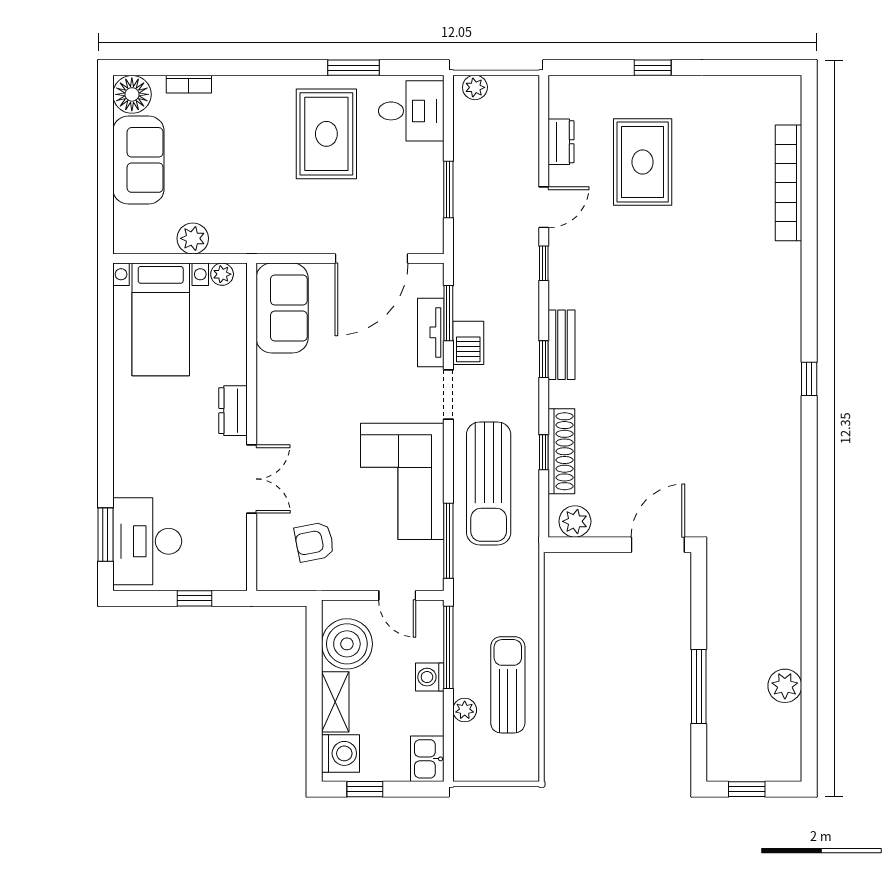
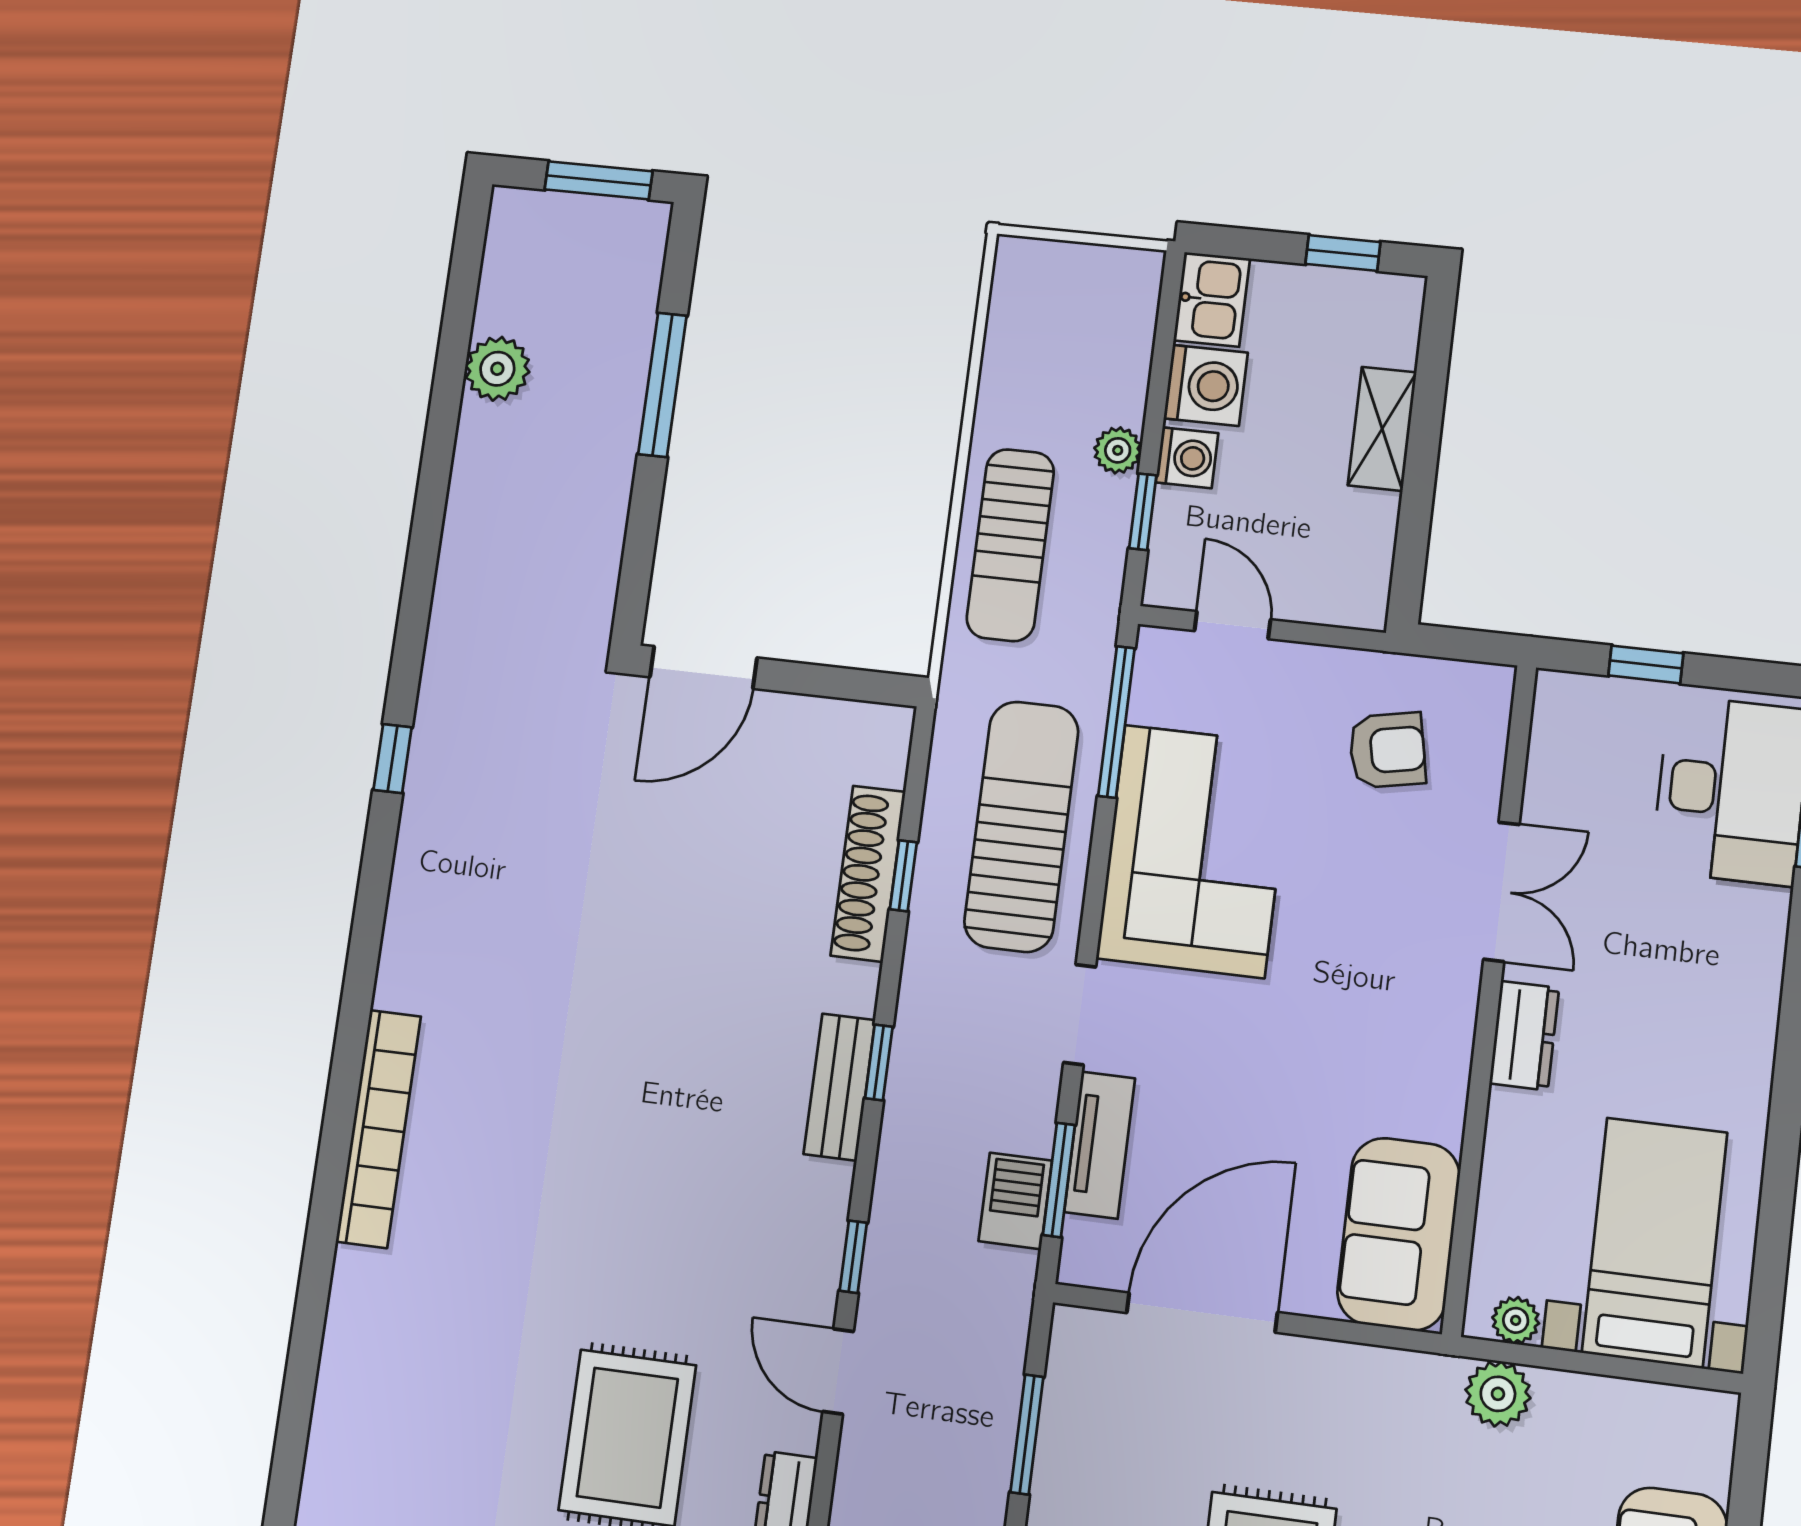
bookcase: (788, 183) -> (378, 1129), moved
door: (544, 207) -> (838, 1371), hinge flipped
plant: (193, 238) -> (1498, 1394), moved
barbecue: (468, 343) -> (1015, 1201), moved
window: (809, 379) -> (393, 759), moved
double door: (252, 479) -> (1501, 892), swing flipped
plant: (575, 521) -> (860, 732), removed
boiler: (347, 644) -> (1345, 540), removed
window: (448, 647) -> (1143, 512), width x0.46
sun lounger: (508, 685) -> (1010, 545), moved
plant: (465, 710) -> (1118, 450), moved
washing machine: (341, 753) -> (1206, 385), moved, turned 180
window: (747, 789) -> (599, 180), width x1.50

